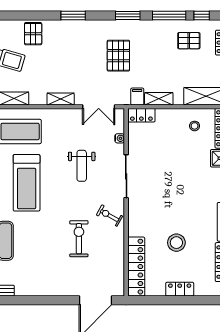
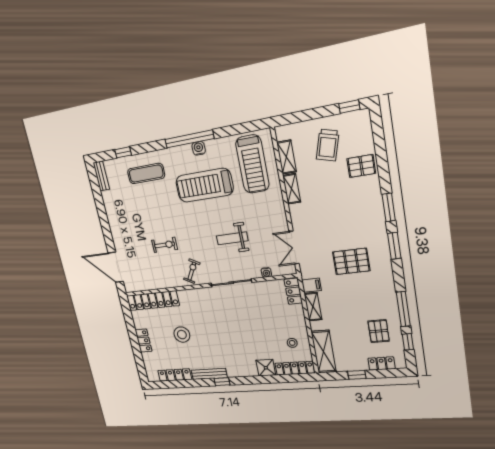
window: (128, 16) -> (394, 246), moved
shelving: (61, 99) -> (292, 189), moved
exercise bike: (79, 239) -> (165, 245), width x0.73, depth x0.72

